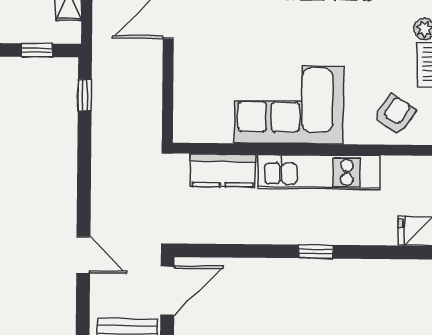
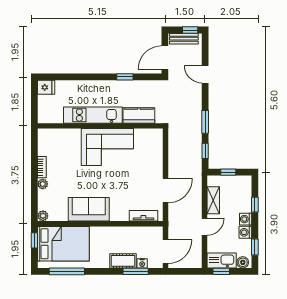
armchair: (395, 114) -> (57, 143), removed
window: (84, 156) -> (205, 122), added
window: (316, 252) -> (125, 77), moved

